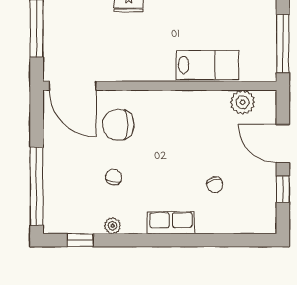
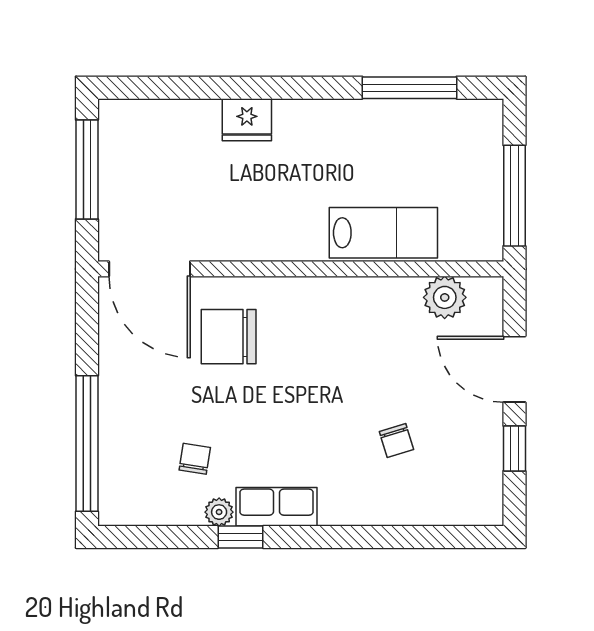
chair: (114, 177) -> (195, 459), moved
row of seats: (171, 223) -> (277, 507), moved
window: (80, 240) -> (241, 537), moved

